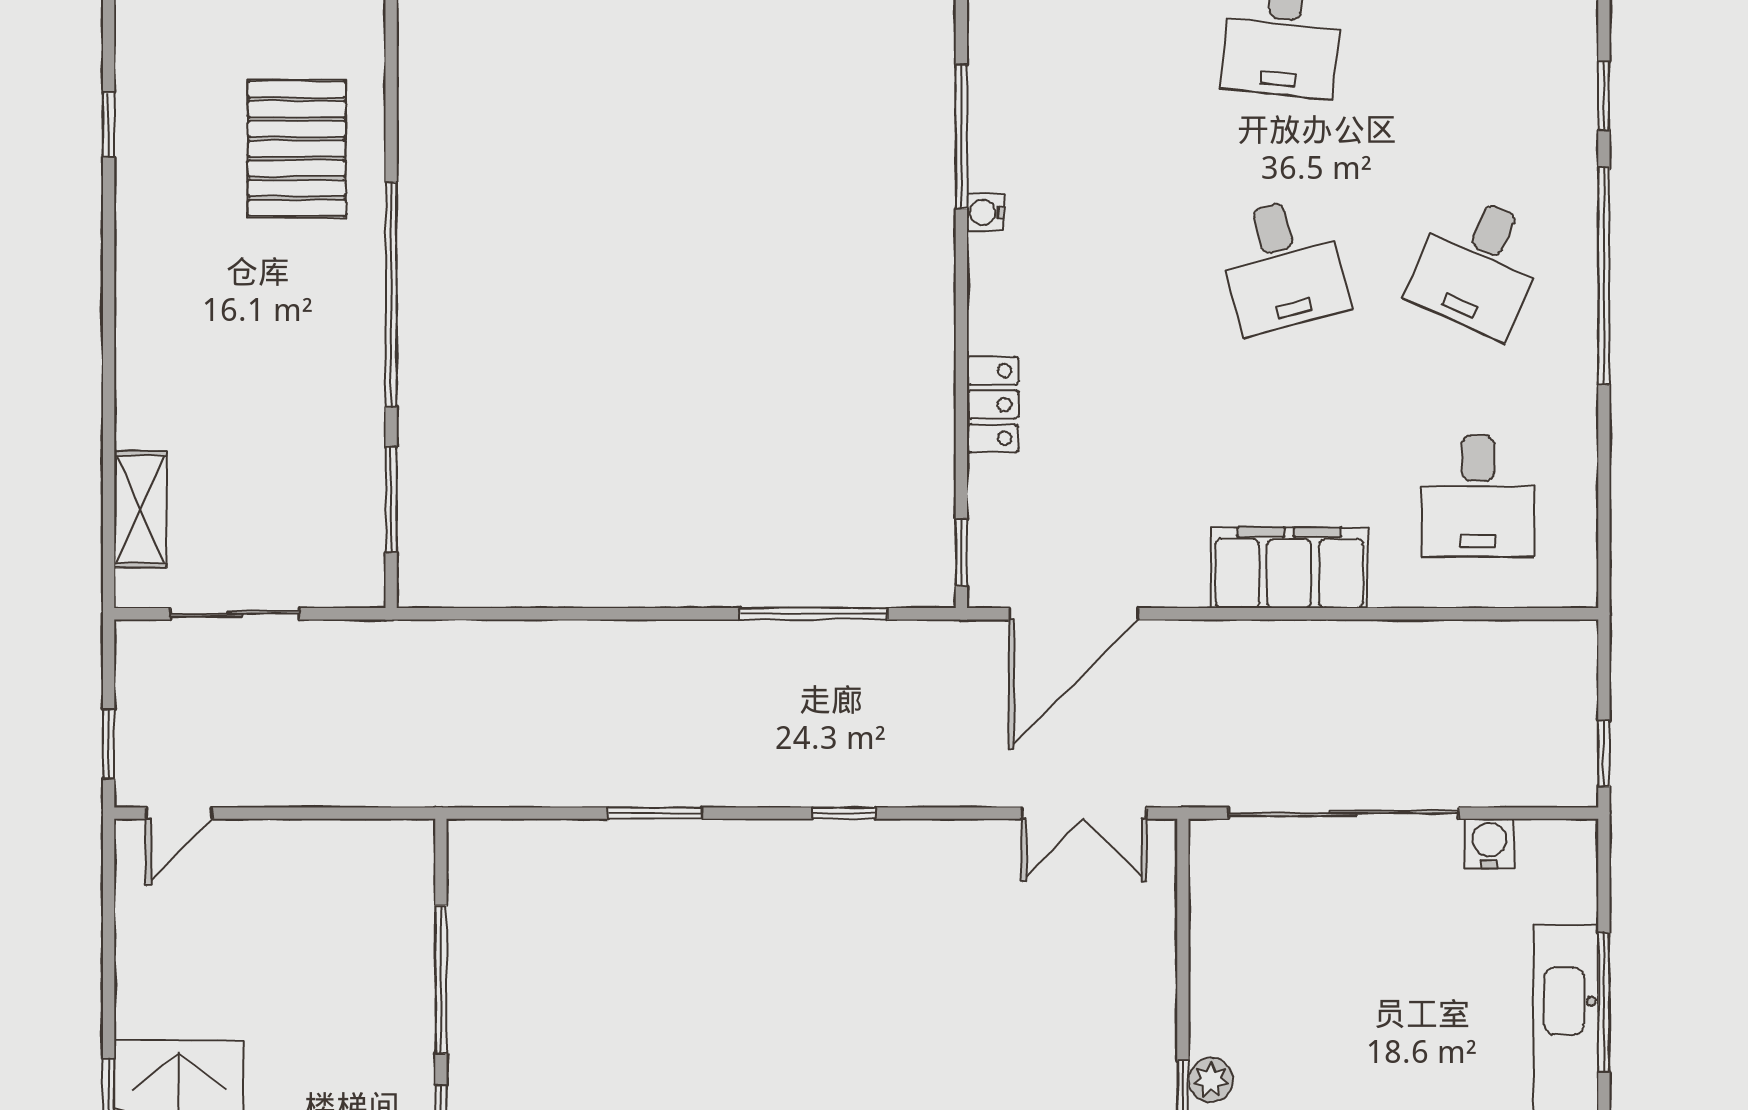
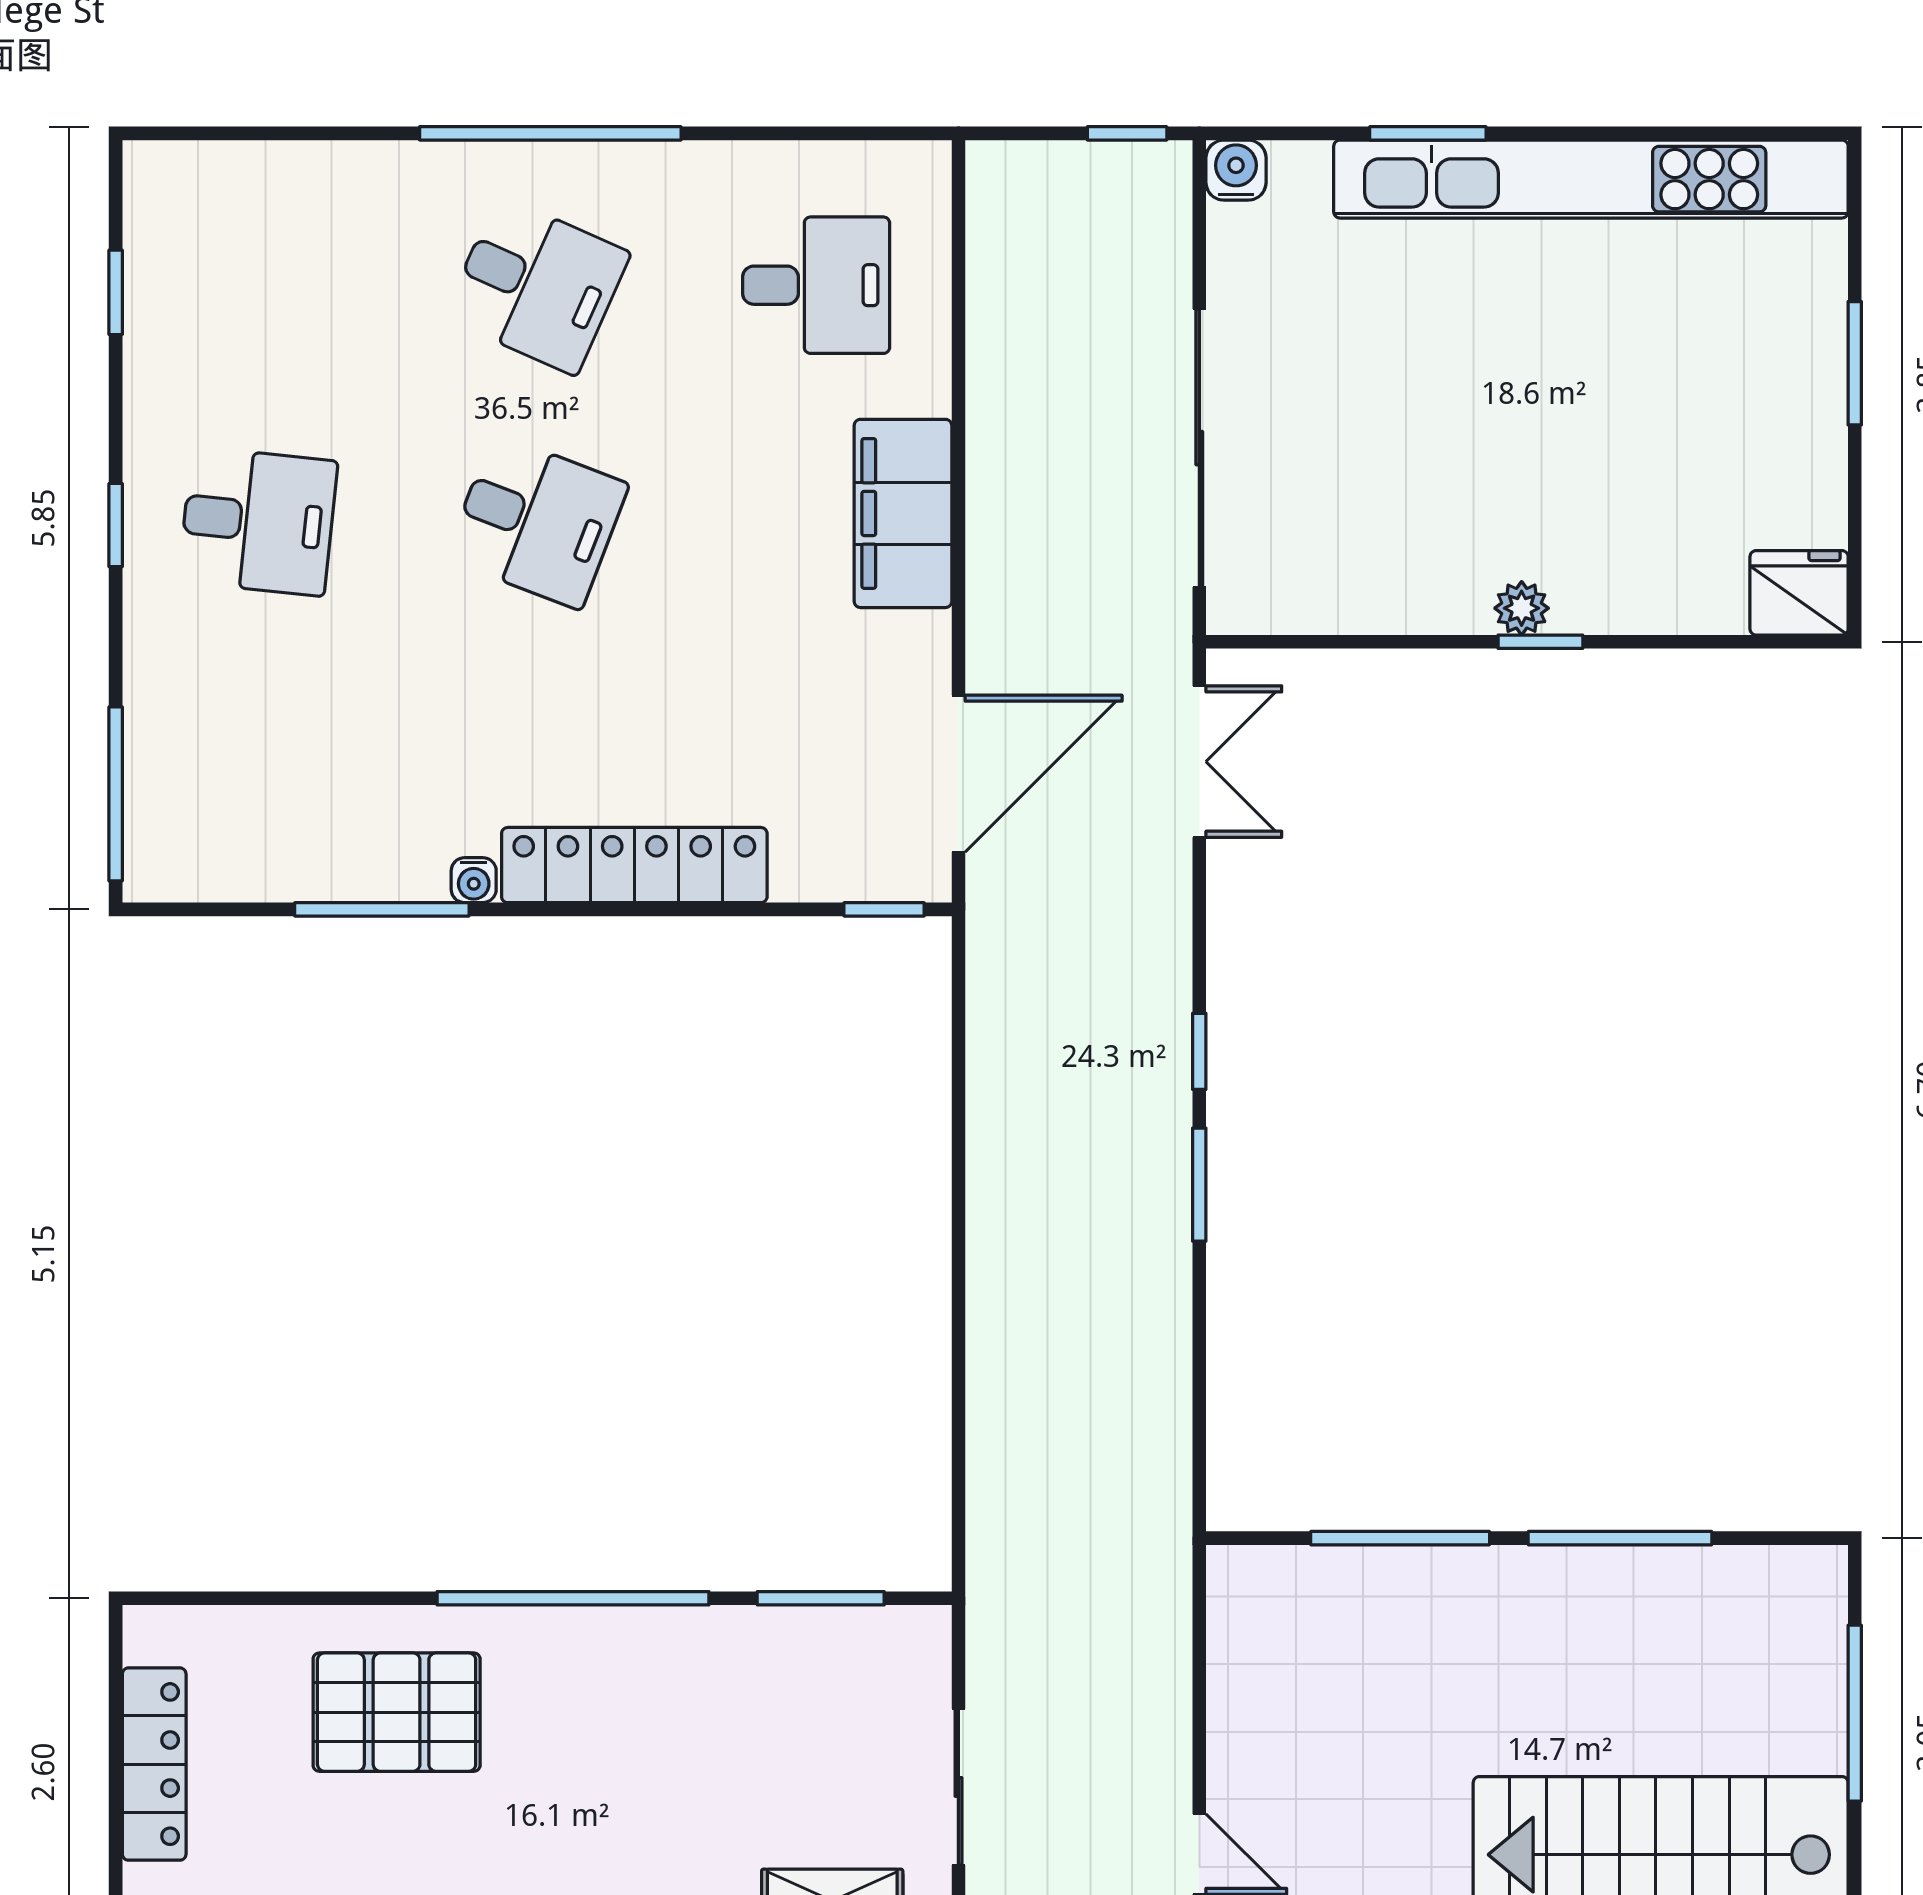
window: (1604, 96) -> (333, 133), removed
desk: (1283, 265) -> (537, 521), turned 36
locker: (993, 404) -> (634, 865), width x2.16, depth x1.21
window: (814, 614) -> (958, 1088), removed
door: (1074, 614) -> (958, 774), hinge flipped
window: (655, 813) -> (1199, 1185), moved
water cooler: (1489, 844) -> (1236, 170), moved, turned 90
window: (1604, 1002) -> (1428, 133), width x0.69

